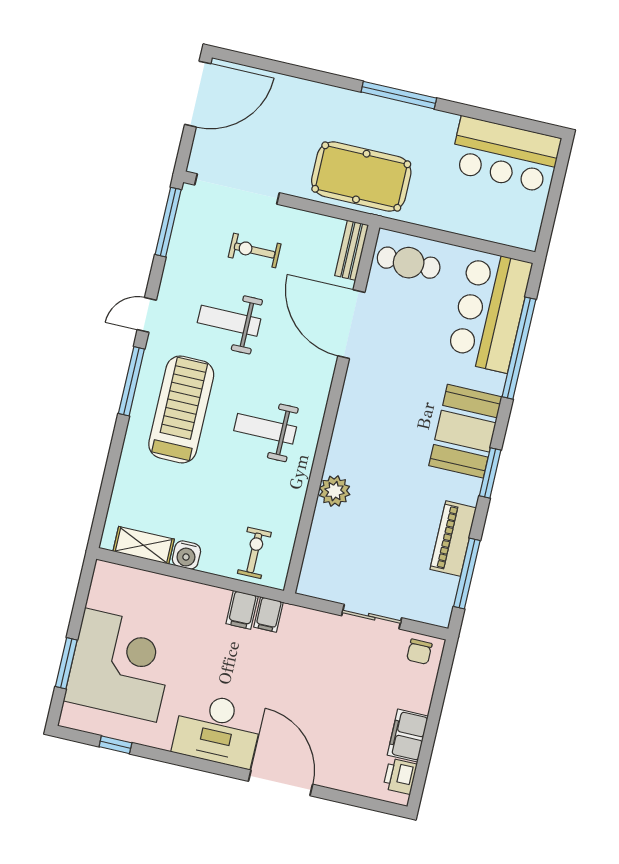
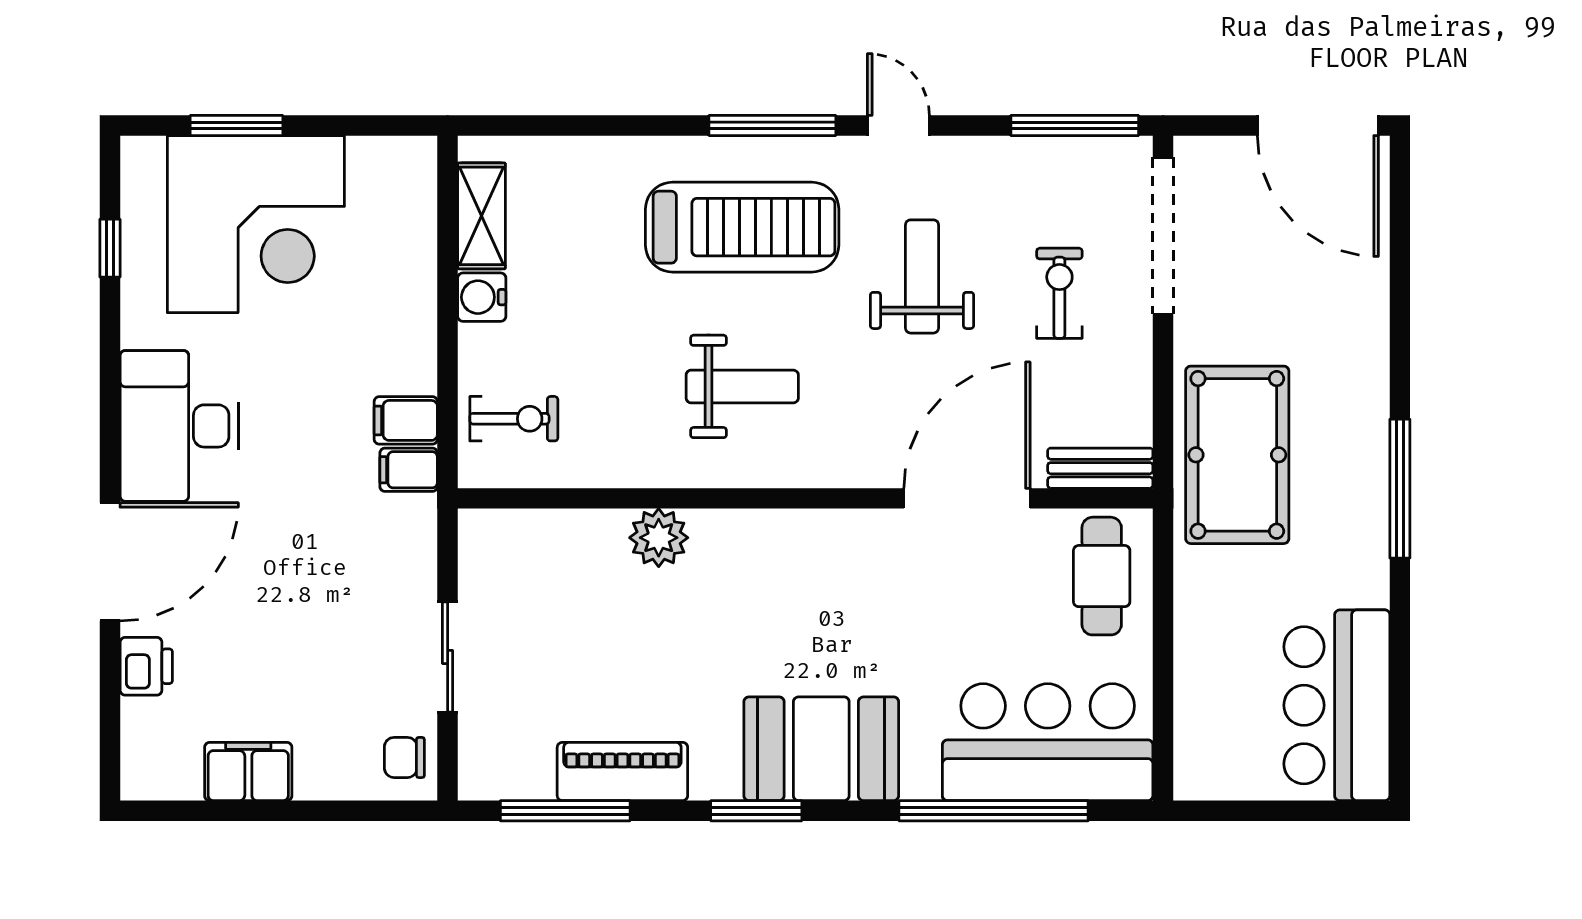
weight bench: (265, 429) -> (742, 386), turned 90
printer: (400, 776) -> (146, 666), moved, turned 90

